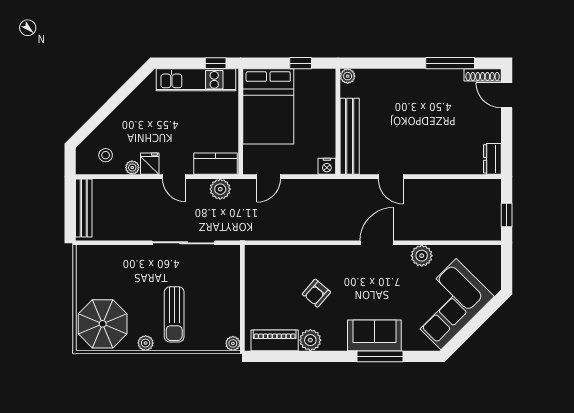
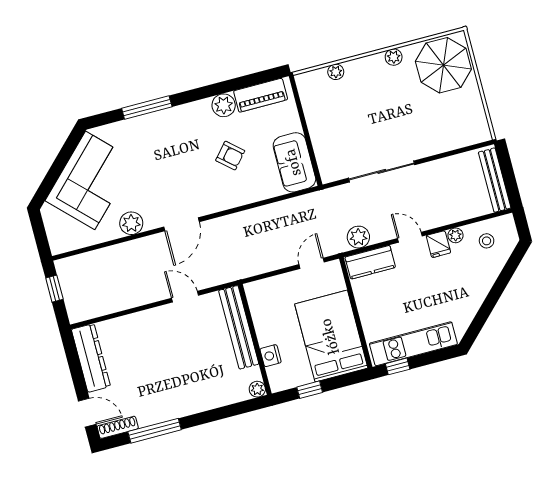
dresser: (492, 159) -> (91, 358), width x1.96, depth x1.24
nightstand: (327, 166) -> (271, 356), moved, turned -90
armchair: (316, 293) -> (230, 156), turned 90
sun lounger: (174, 314) -> (372, 95), removed
sofa: (374, 335) -> (294, 162), moved, turned 90
plant: (233, 343) -> (336, 72), moved

